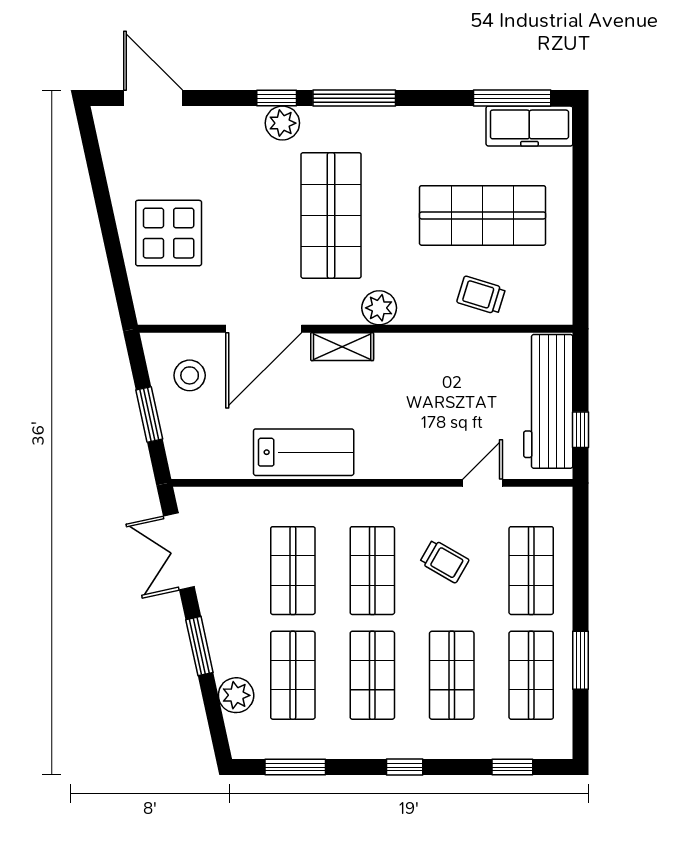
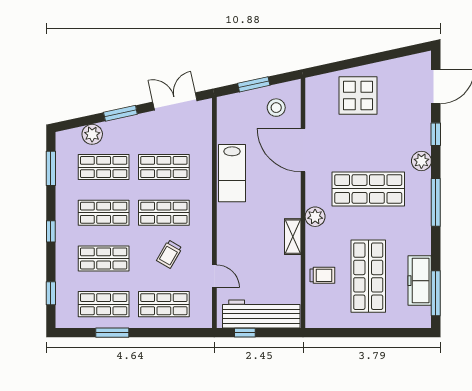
window: (277, 98) -> (436, 134), moved
freezer: (529, 126) -> (420, 281), moved
trolley: (481, 295) -> (322, 275), turned 73
shelving: (342, 347) -> (293, 237), moved

